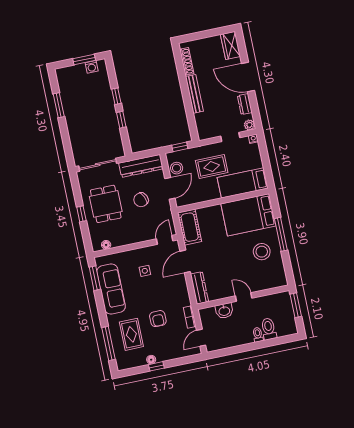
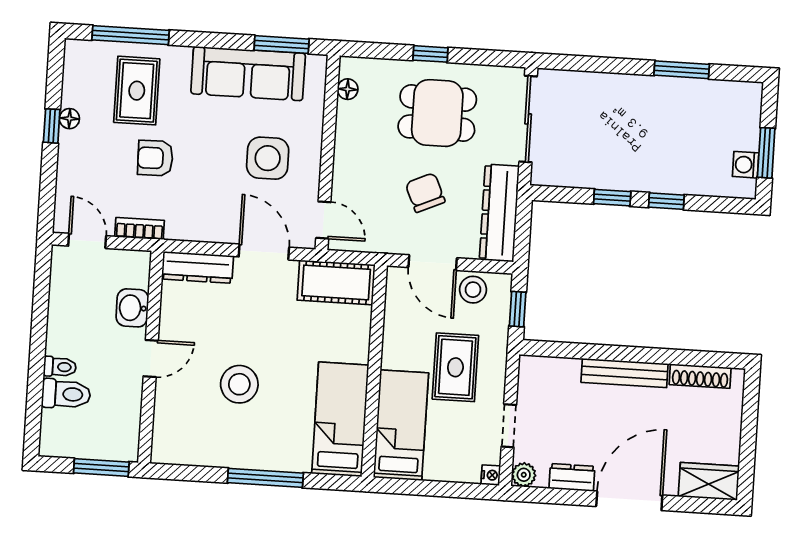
bed: (248, 215) -> (340, 419), width x0.67
stool: (262, 252) -> (239, 384), moved
side table: (145, 271) -> (268, 158), width x1.87, depth x1.87
rug: (131, 334) -> (137, 91), turned 90

